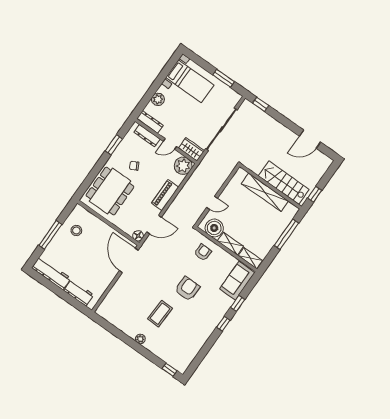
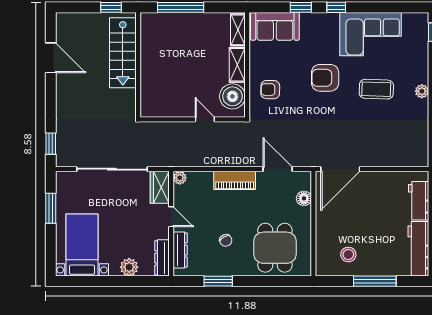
plant: (183, 166) -> (180, 178), width x0.53, depth x0.53
dining table: (110, 191) -> (275, 248), width x0.73
shelving: (265, 192) -> (149, 67), removed
floor lamp: (138, 236) -> (304, 198), moved
corner sofa: (194, 333) -> (371, 34), added

